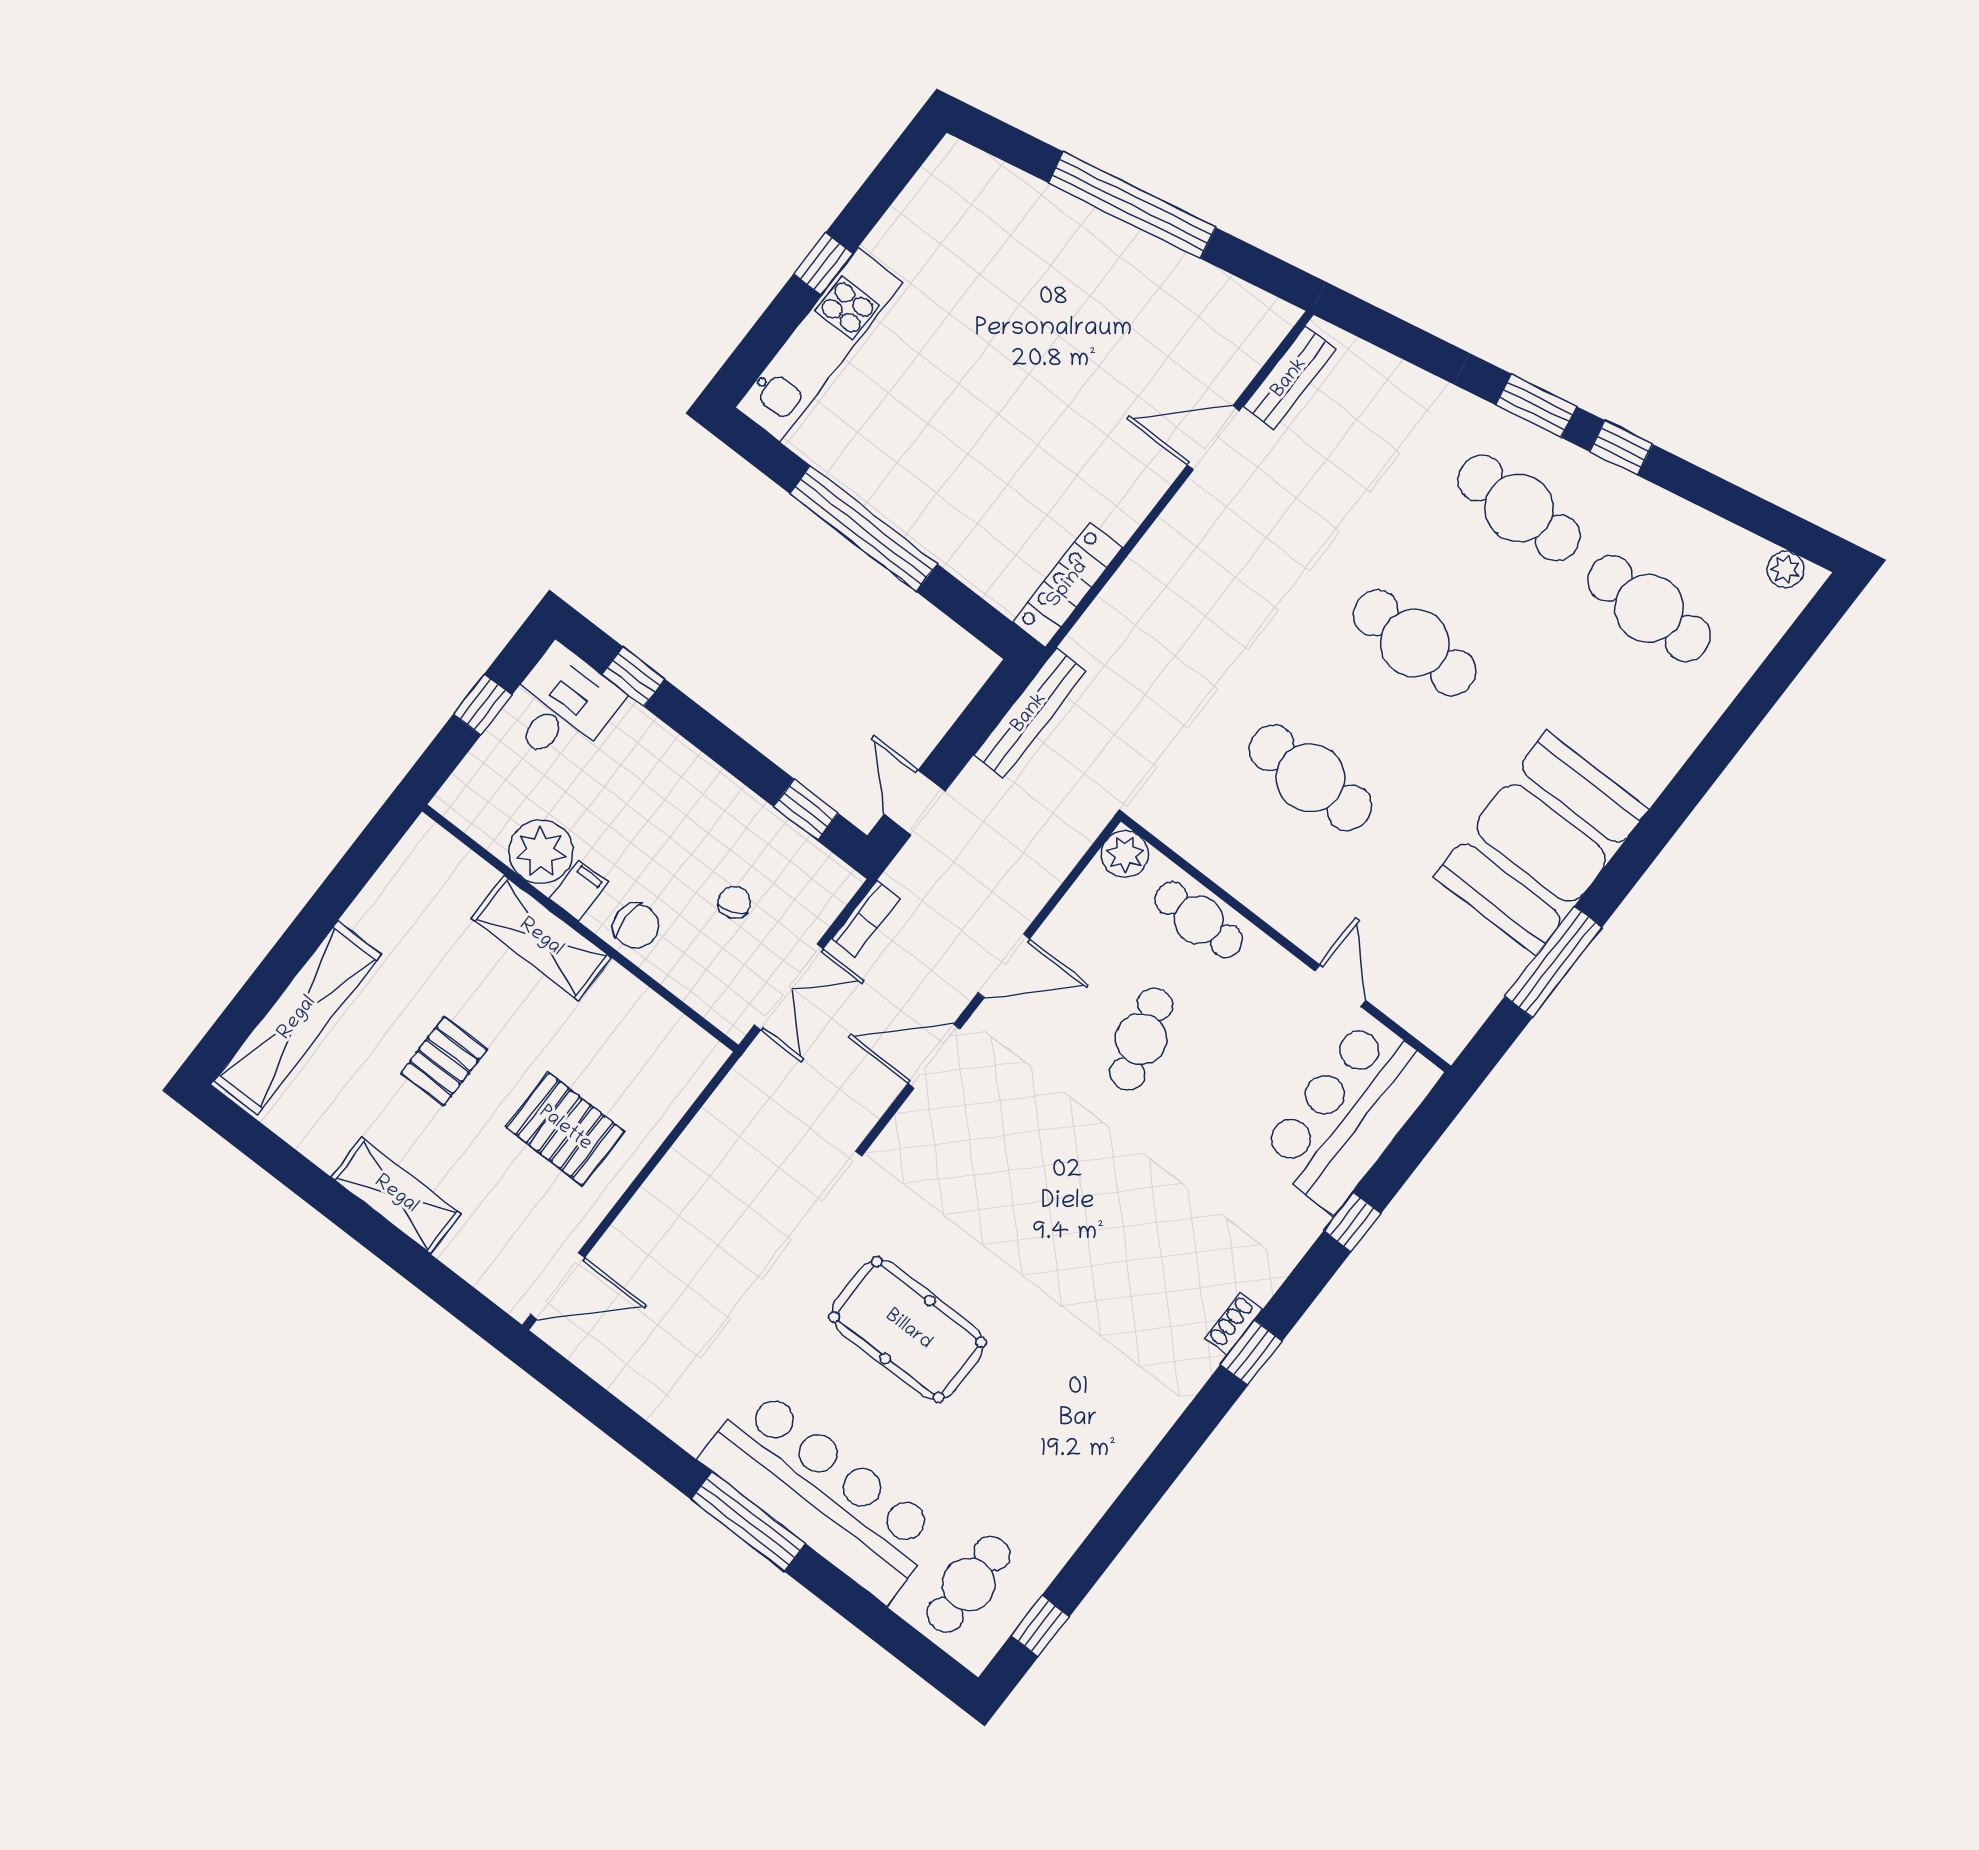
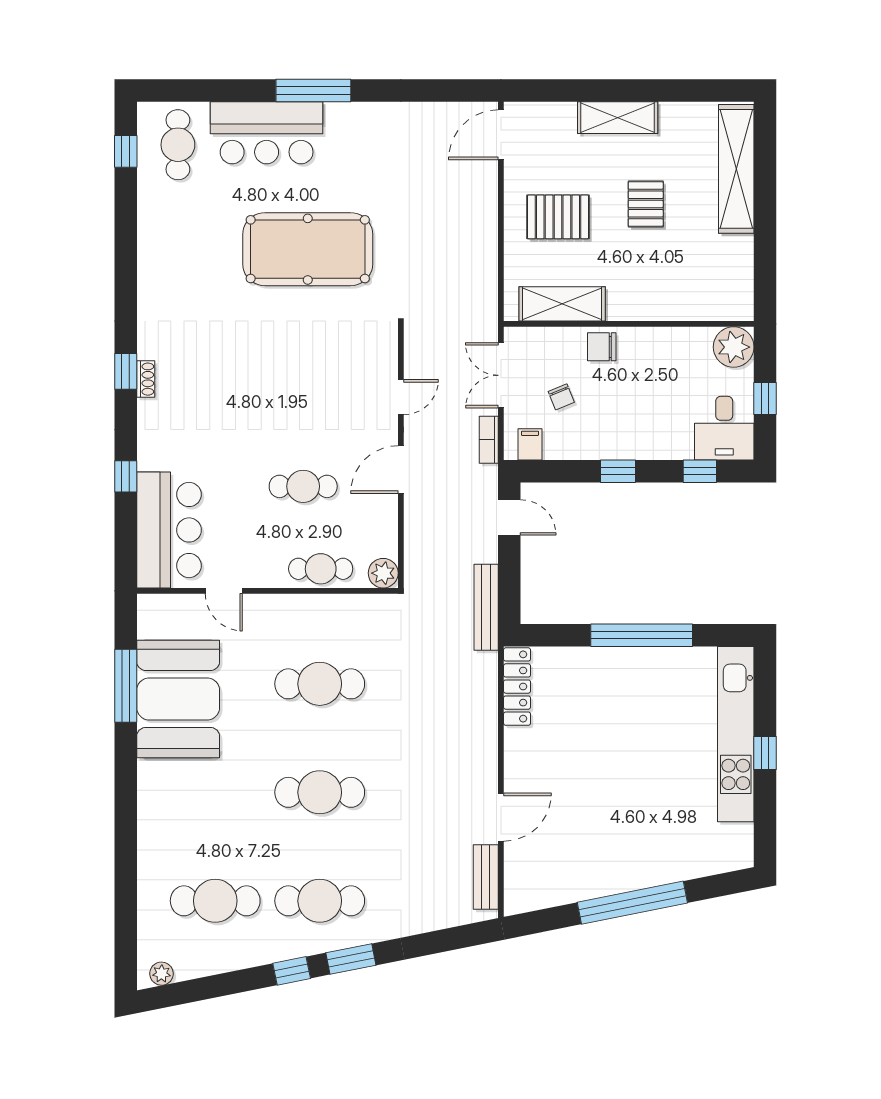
kitchen unit: (819, 345) -> (736, 734), width x1.36
window: (806, 810) -> (618, 471), moved
booth: (1541, 843) -> (178, 699), moved
plant: (541, 852) -> (734, 347), moved
filing cabinet: (579, 890) -> (530, 444), moved, turned 180
shelving: (541, 938) -> (562, 304), moved
cafe table: (1141, 1039) -> (303, 486), turned -74
door: (934, 1056) -> (401, 397), width x0.73
pool table: (908, 1330) -> (308, 249), width x1.36, depth x1.32
bar counter: (822, 1494) -> (267, 133), width x0.73

